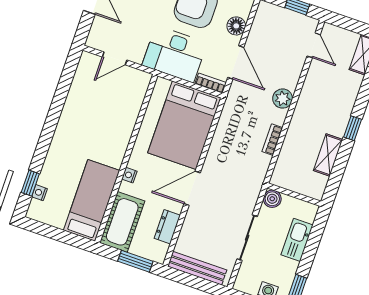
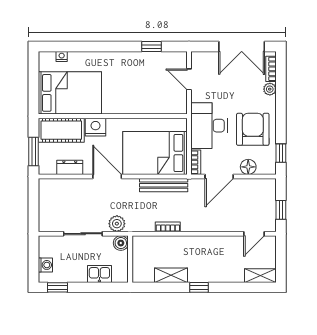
plant: (283, 99) -> (117, 224), moved
nightstand: (129, 175) -> (95, 127), width x1.89, depth x1.79
window: (30, 183) -> (151, 46), moved
bed: (92, 200) -> (70, 93), width x1.50
kitchen sink: (297, 240) -> (99, 274), width x0.73
bench: (197, 268) -> (164, 185), moved, turned 90

